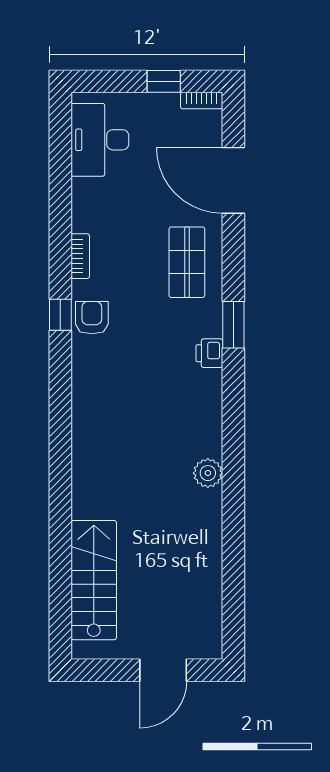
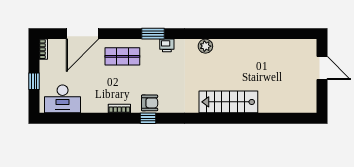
window: (164, 81) -> (34, 81), moved
armchair: (92, 318) -> (150, 103), turned 180
plant: (208, 473) -> (205, 46), moved
stairs: (94, 580) -> (228, 102), moved

